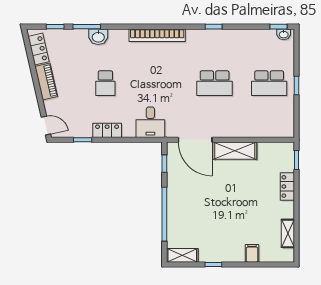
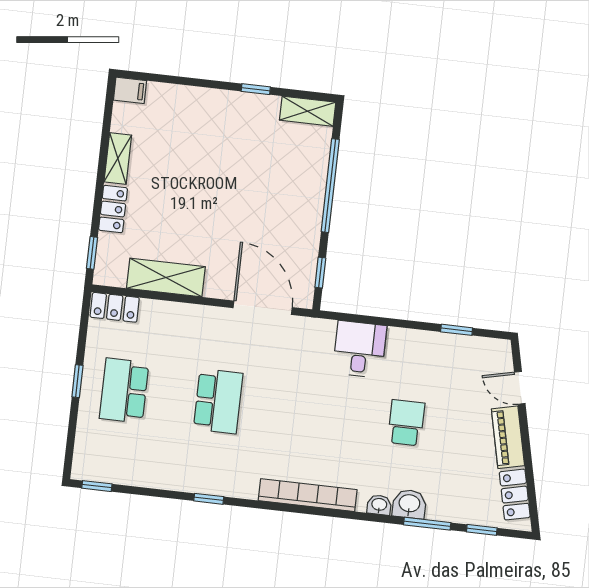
washbasin: (284, 34) -> (379, 505), moved
school desk: (215, 83) -> (218, 401), turned 90
school desk: (269, 83) -> (124, 391), turned -90
desk: (150, 122) -> (360, 349), moved
door: (46, 126) -> (520, 388), moved
locker: (107, 130) -> (115, 307), moved
shelving: (235, 151) -> (166, 277), moved
shelving: (288, 233) -> (118, 158), moved
filing cabinet: (252, 253) -> (130, 90), moved, turned -90

